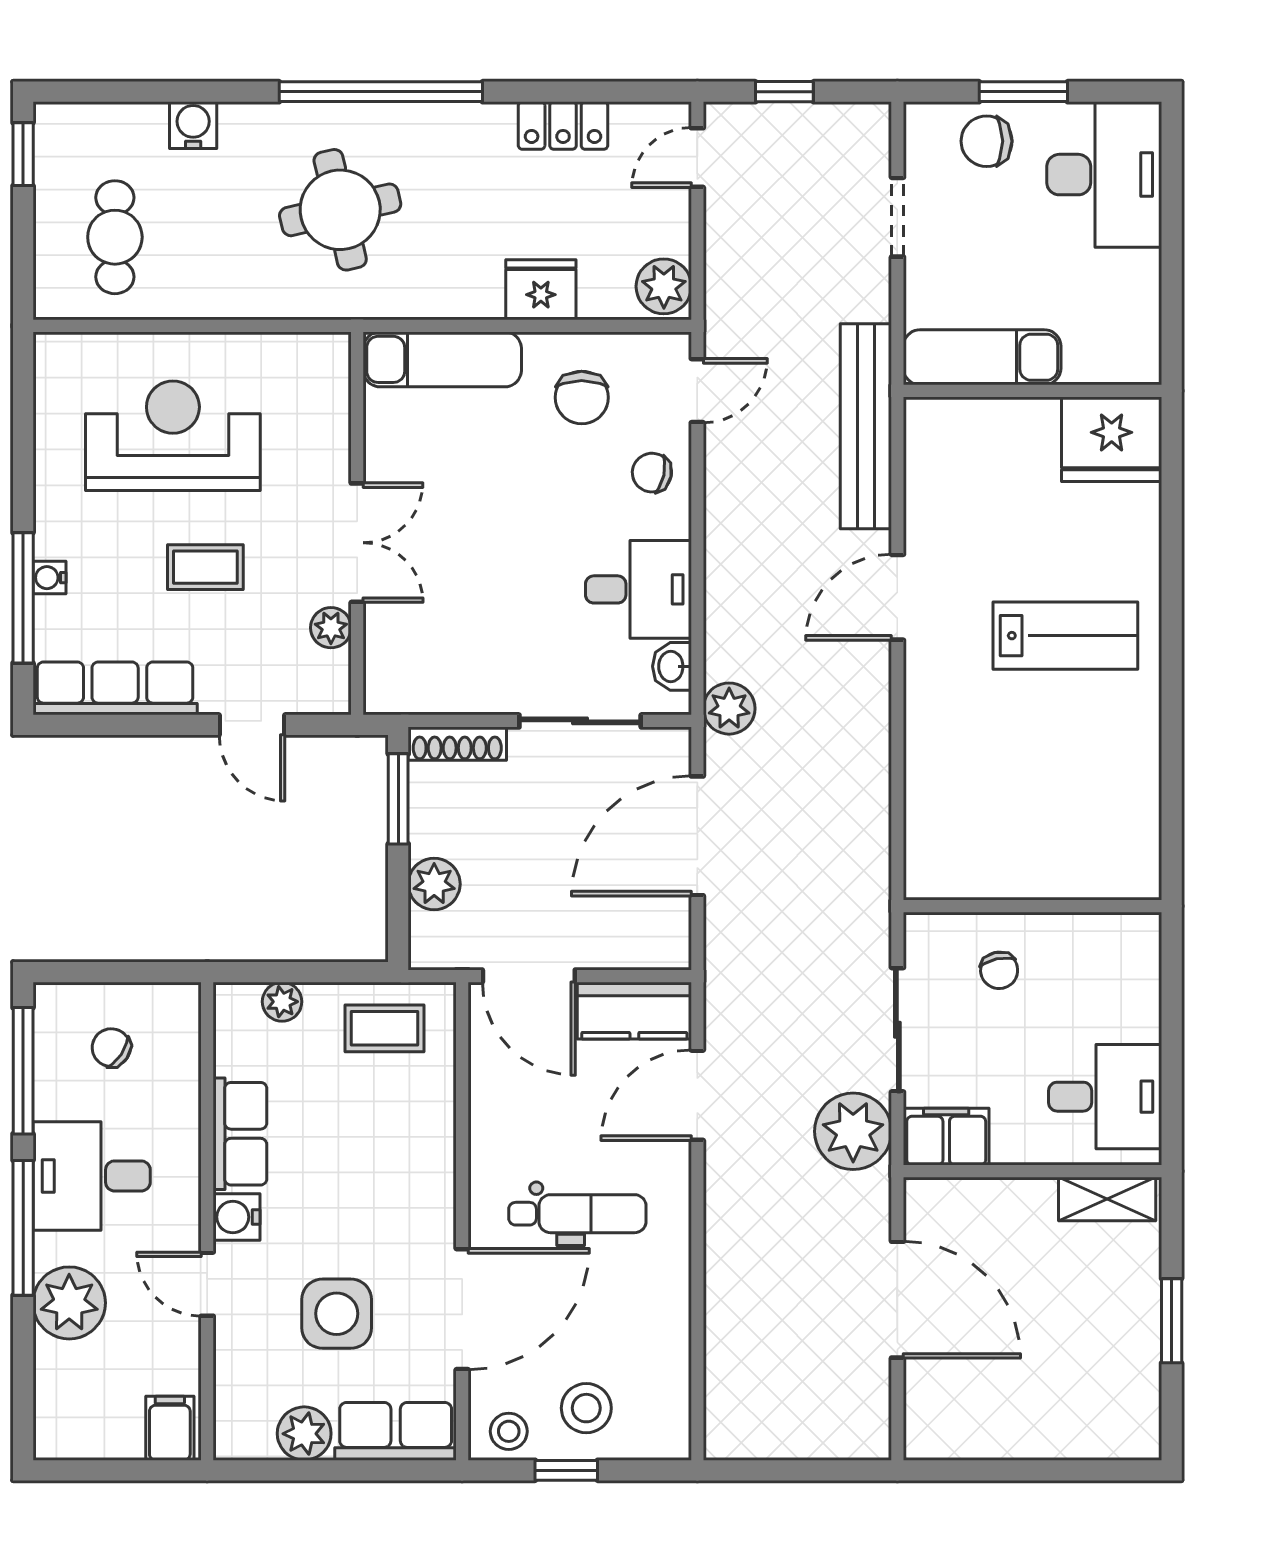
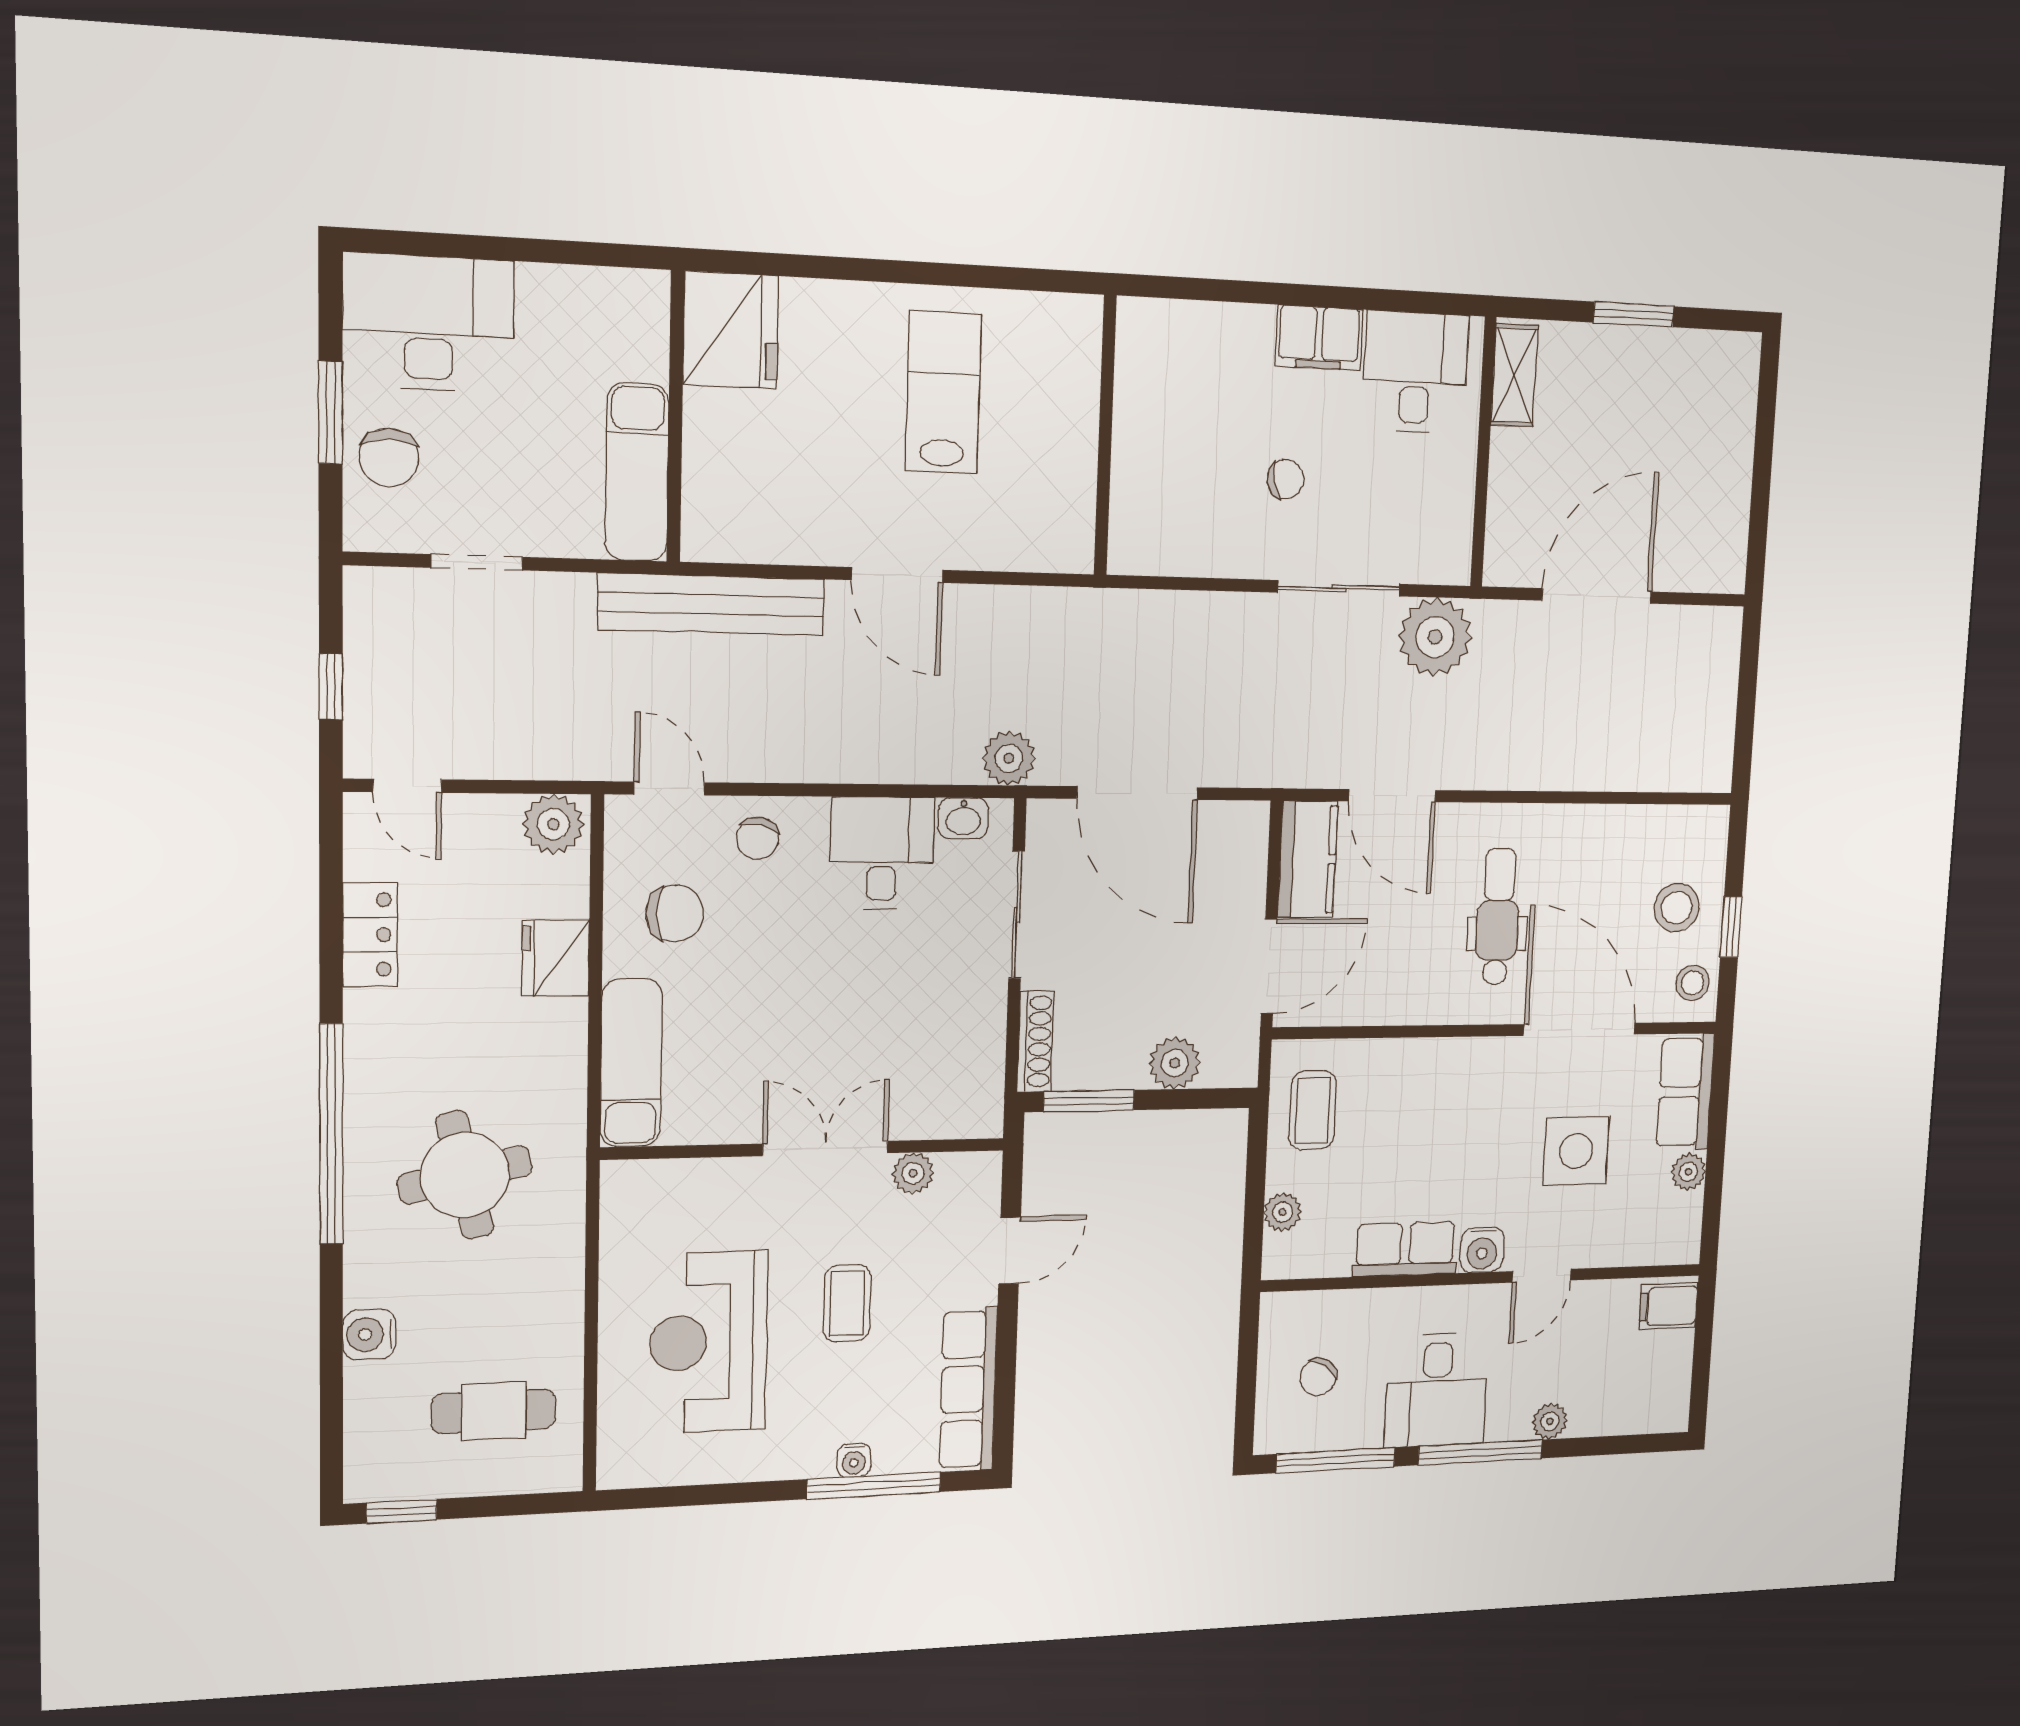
wall: (1033, 906) -> (1105, 436), moved
filing cabinet: (946, 1137) -> (1319, 338), moved, turned -90
plant: (69, 1303) -> (1550, 1421), width x0.53, depth x0.53
plant: (304, 1434) -> (1688, 1172), width x0.73, depth x0.73

